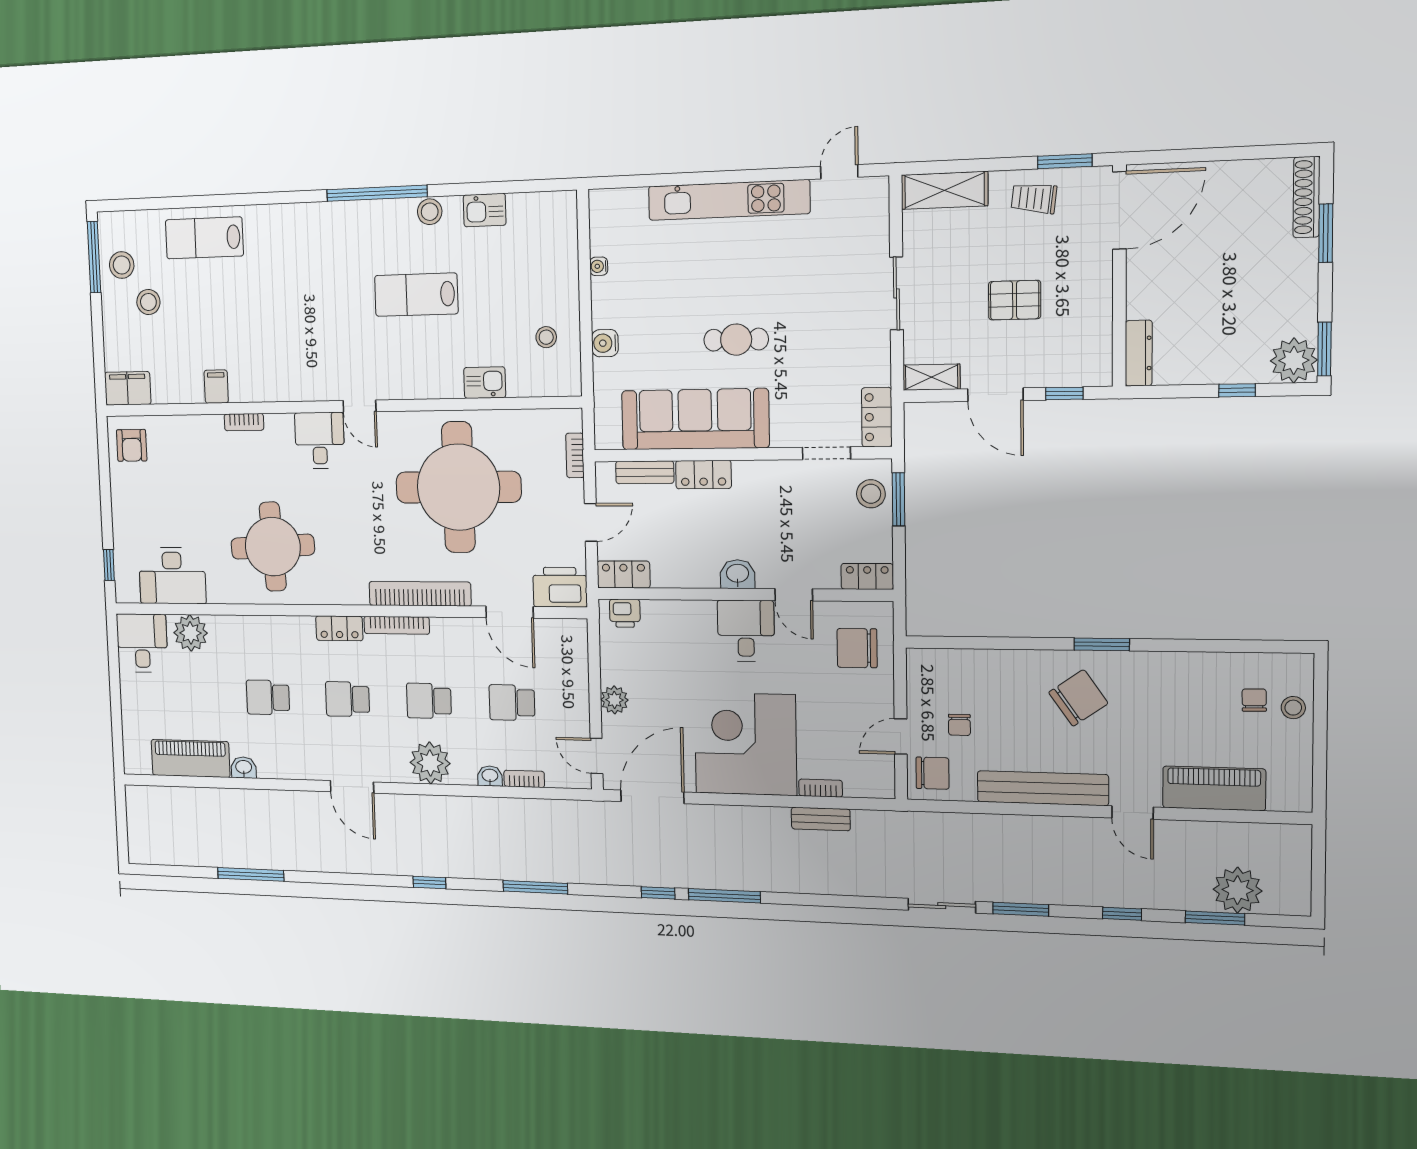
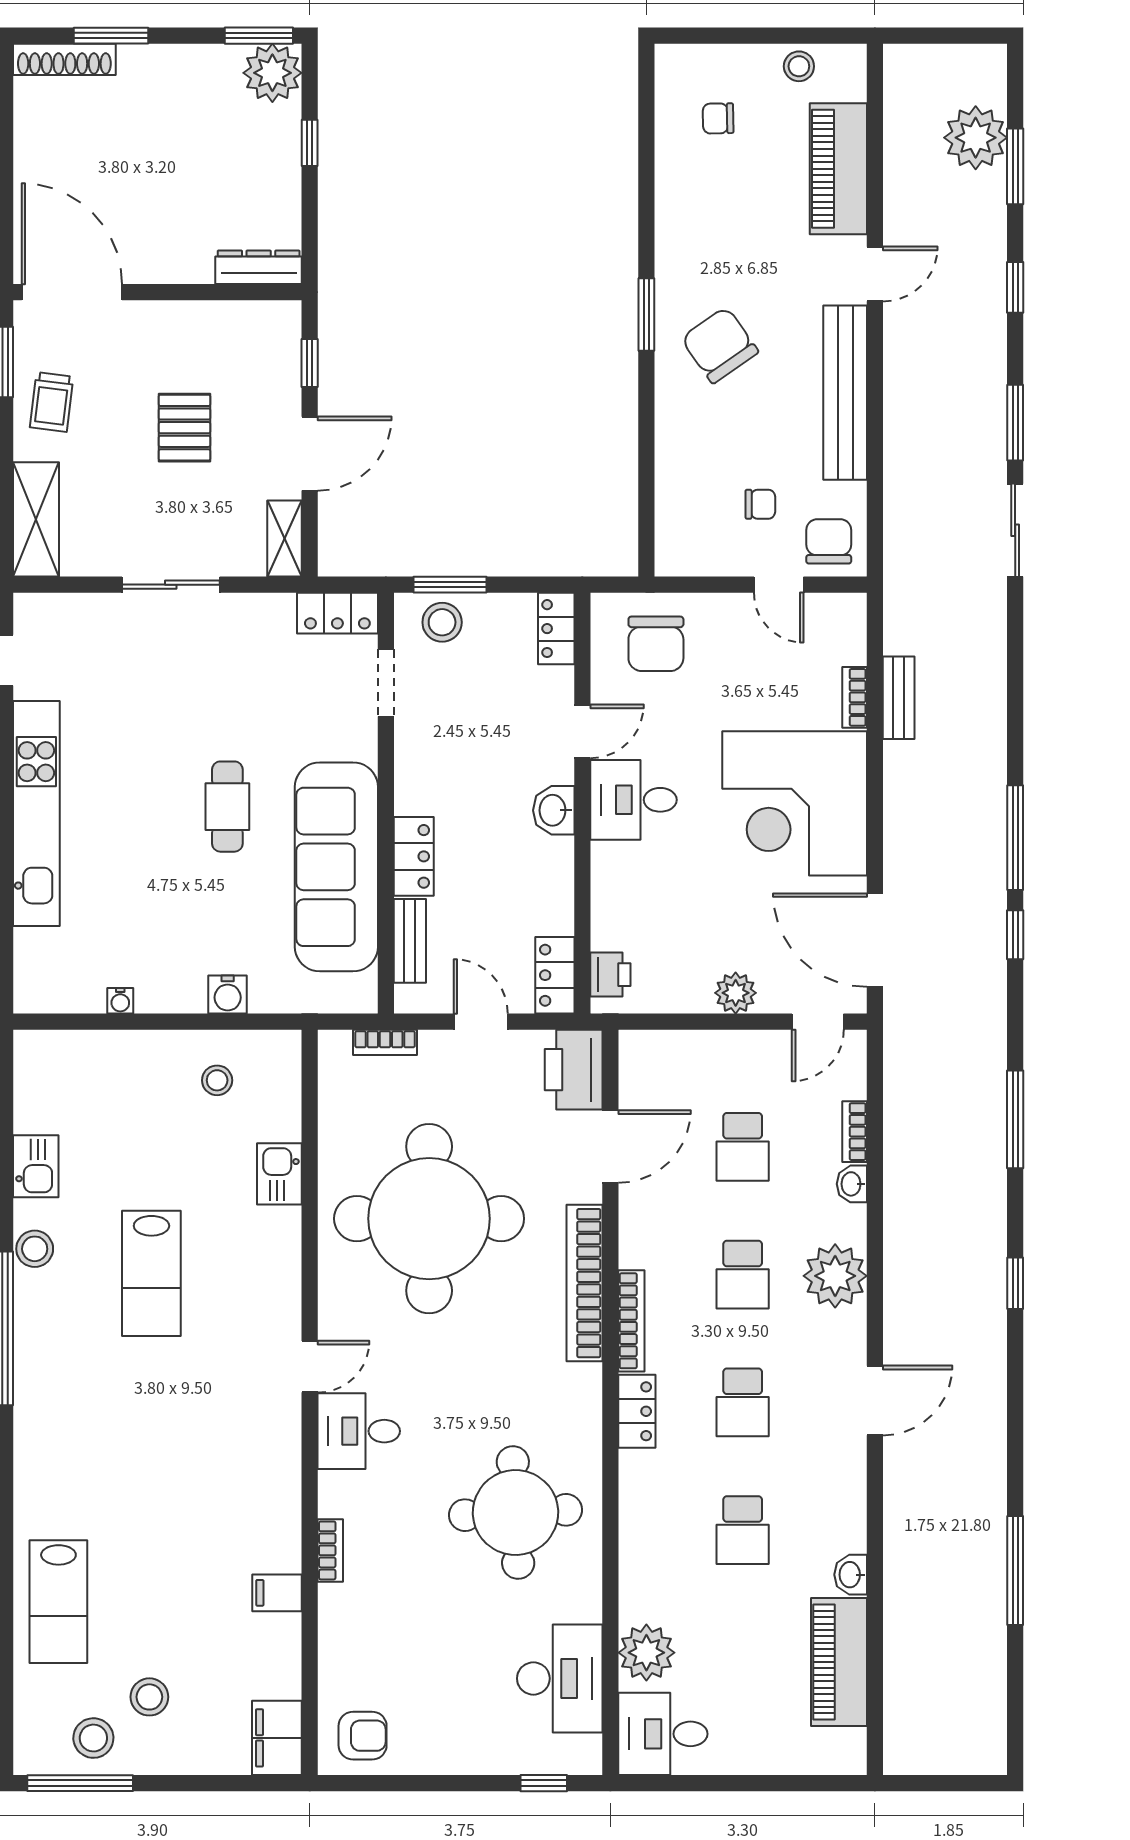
stool: (1293, 708) -> (799, 66), moved

